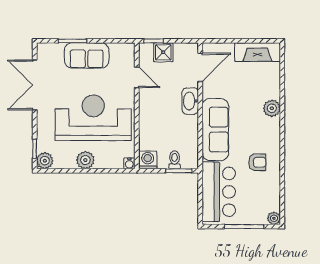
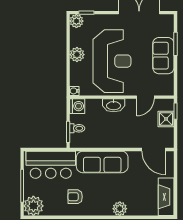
washbasin: (190, 101) -> (114, 105), moved, turned 180
armchair: (257, 162) -> (75, 197), turned 90
plant: (274, 218) -> (33, 206), width x1.88, depth x1.88

